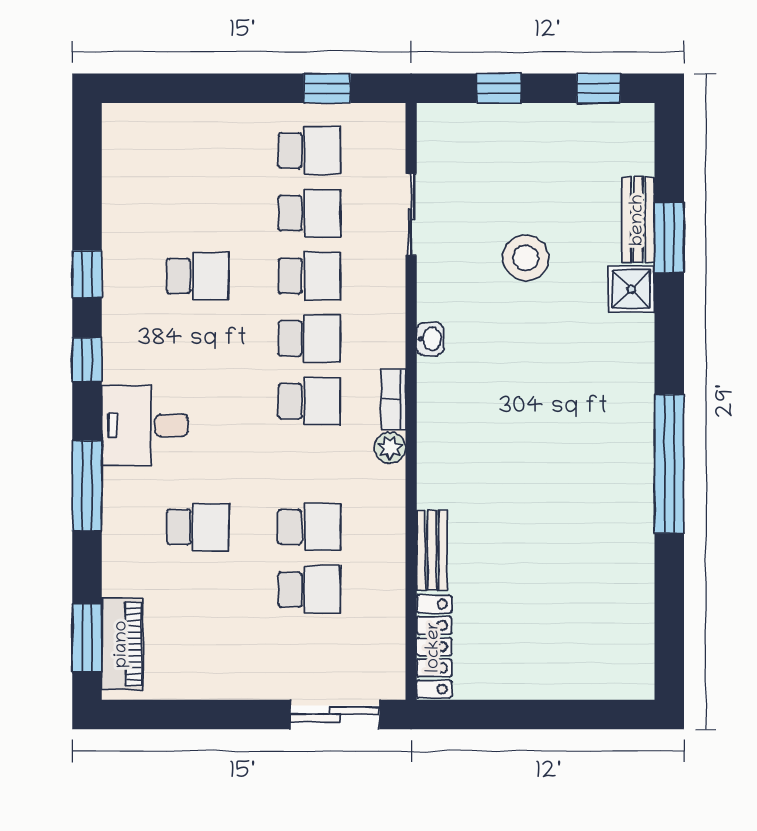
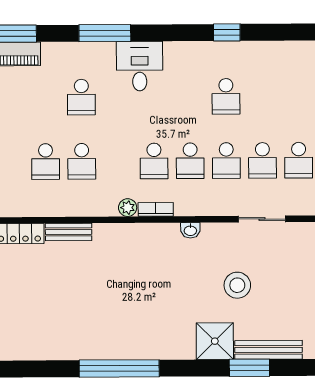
bench: (638, 220) -> (269, 350), width x1.36
shower: (631, 289) -> (215, 341), width x1.36, depth x1.36
window: (87, 360) -> (177, 33), removed

